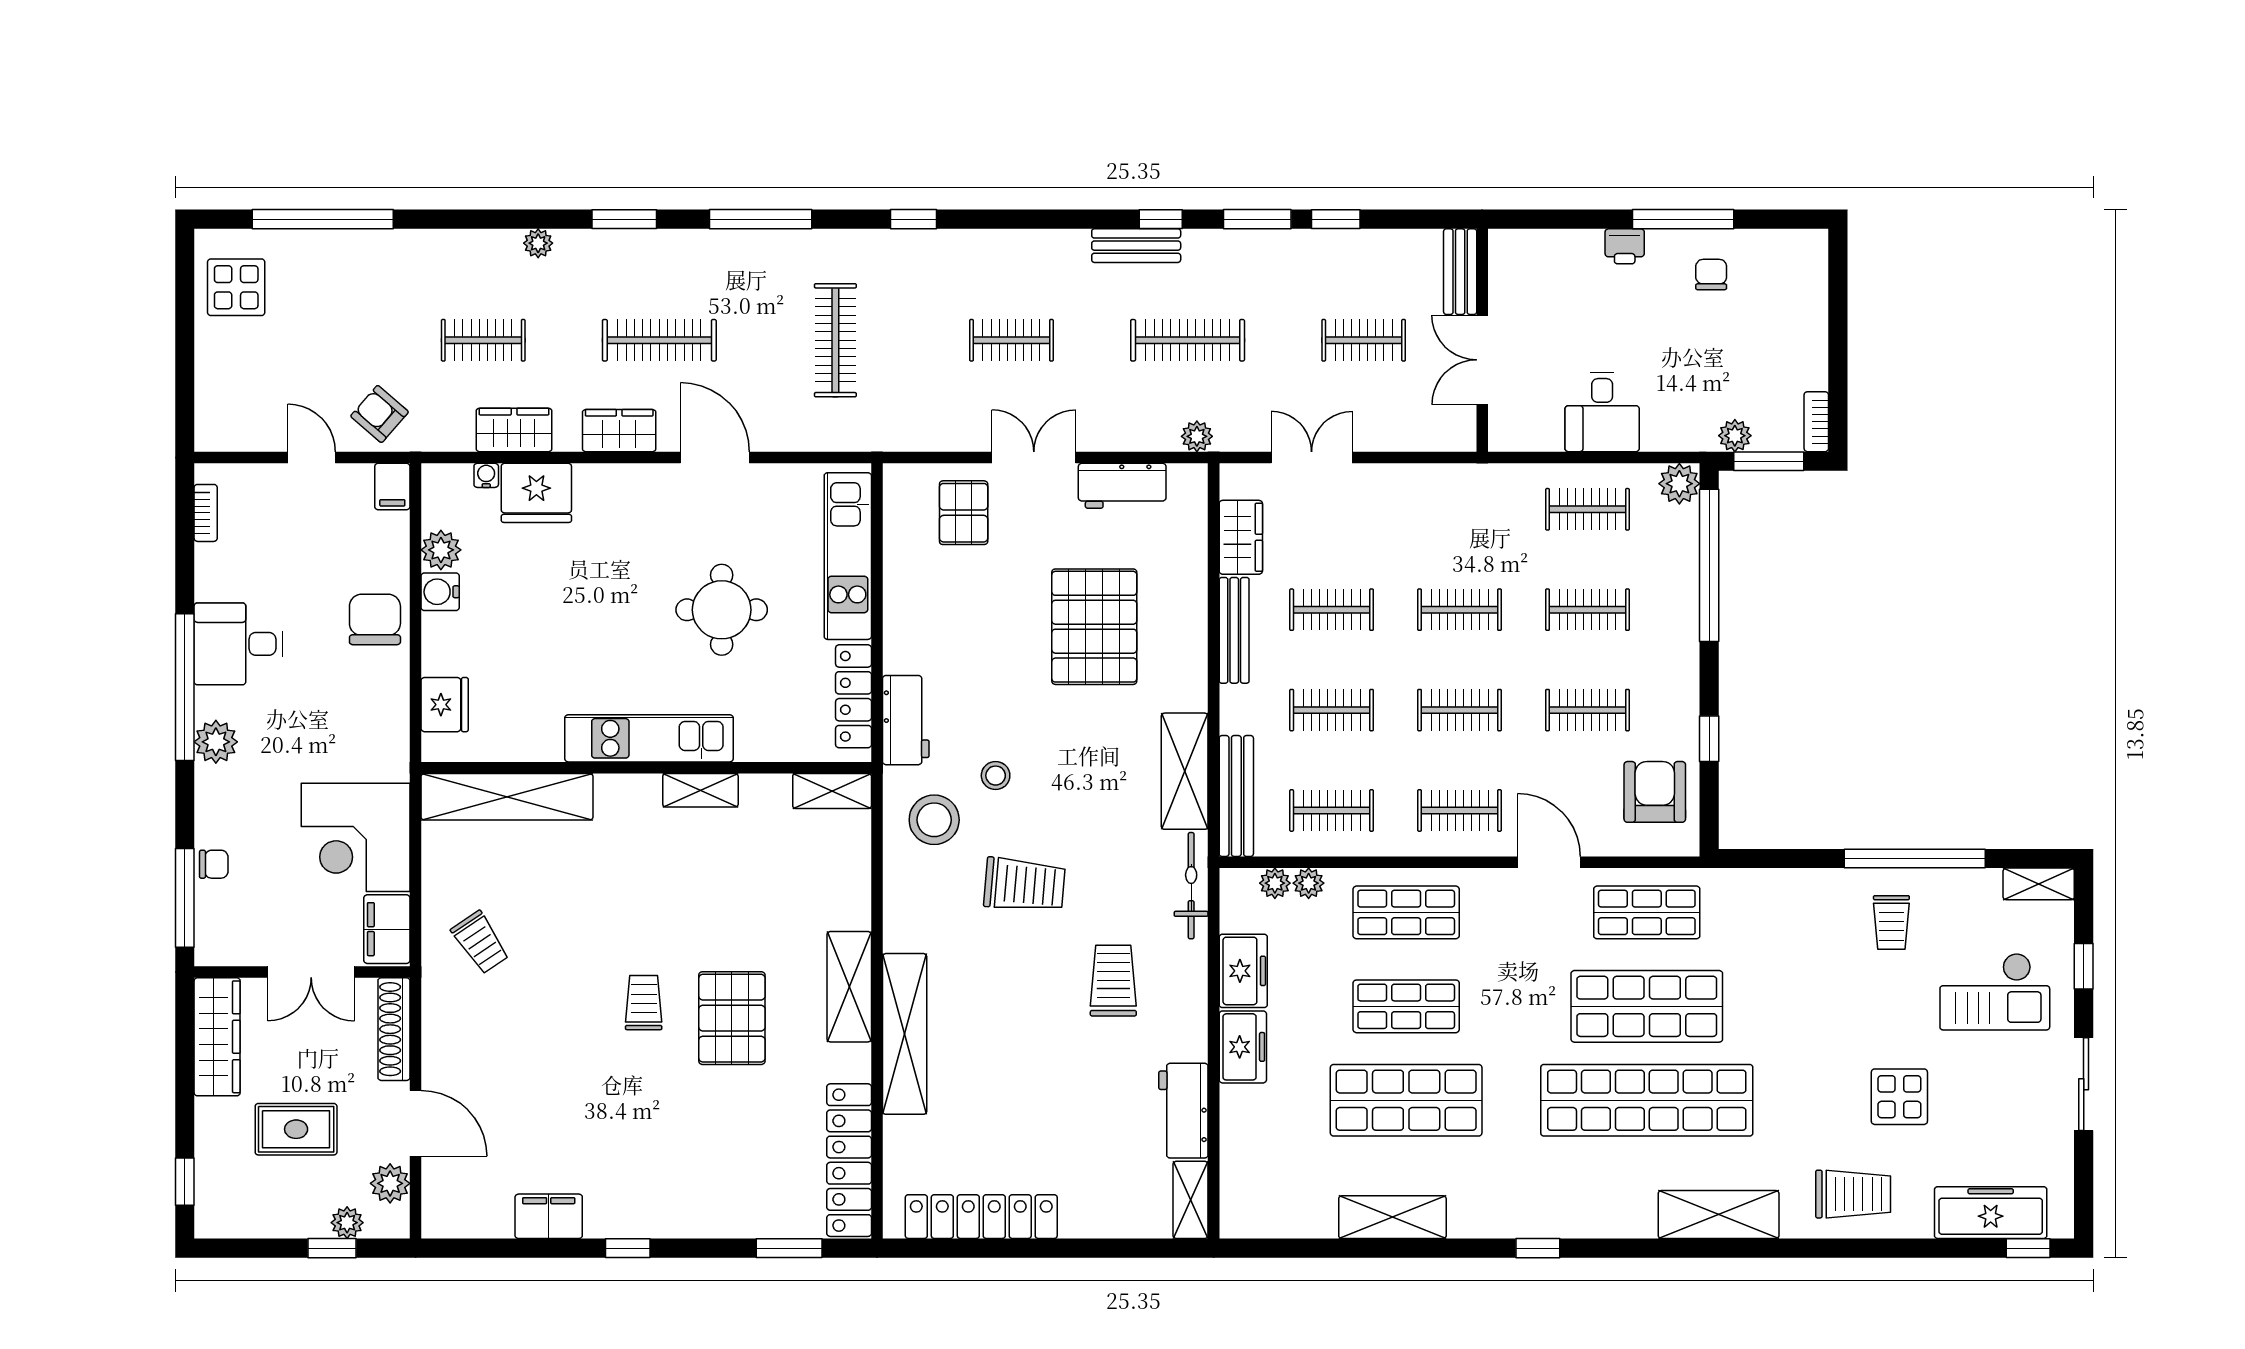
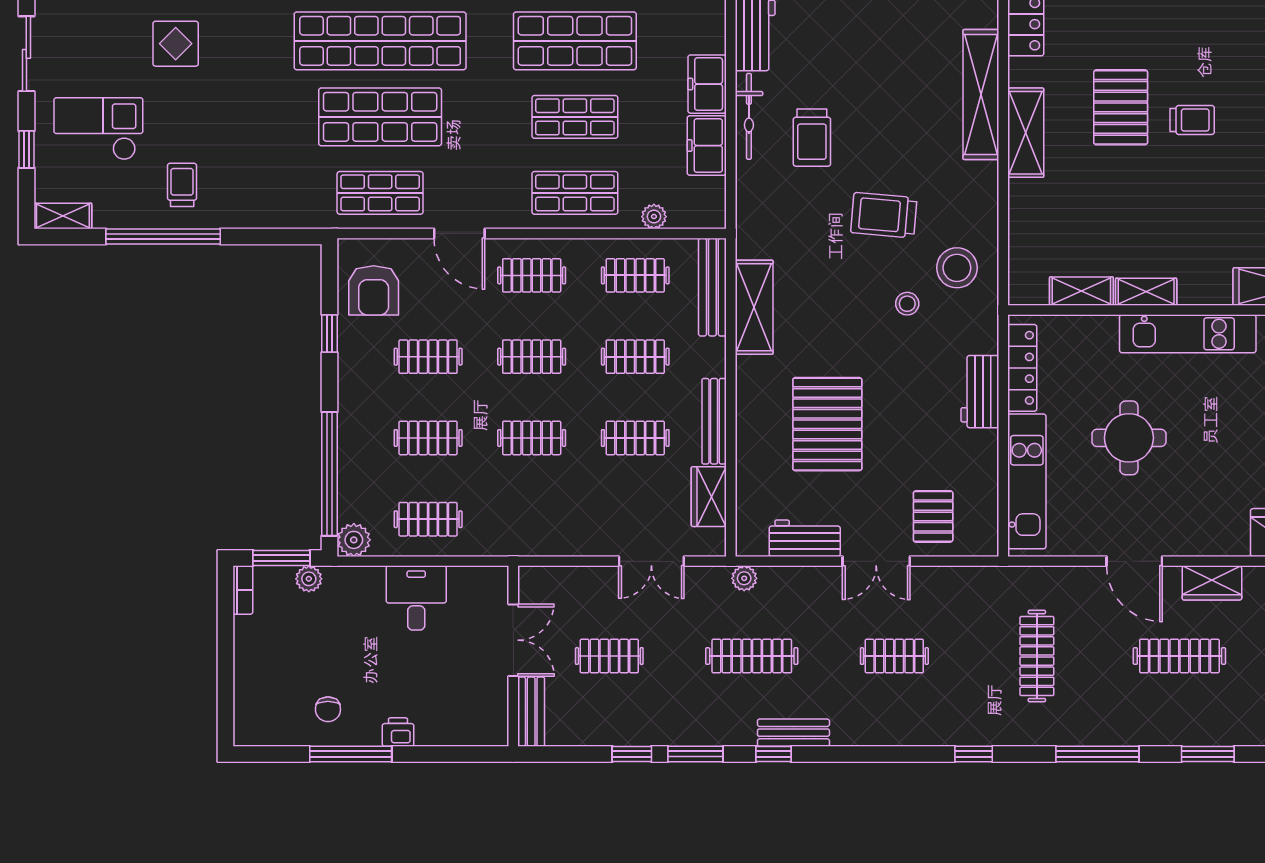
workbench: (906, 720) -> (980, 392), moved
shelving: (832, 791) -> (1081, 291), moved
plant: (1275, 883) -> (681, 217), removed
bicycle: (1191, 886) -> (749, 116), moved
trolley: (644, 1003) -> (1192, 120), turned -90

